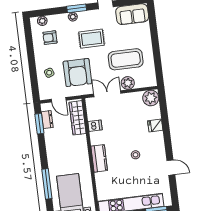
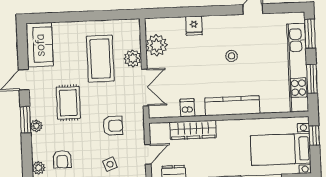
armchair: (77, 73) -> (113, 126), width x0.53, depth x0.53
double door: (107, 94) -> (145, 87), swing flipped
plant: (151, 98) -> (156, 45), moved
wardrobe: (78, 118) -> (193, 130), moved
kitchen counter: (99, 158) -> (232, 106), width x1.50

